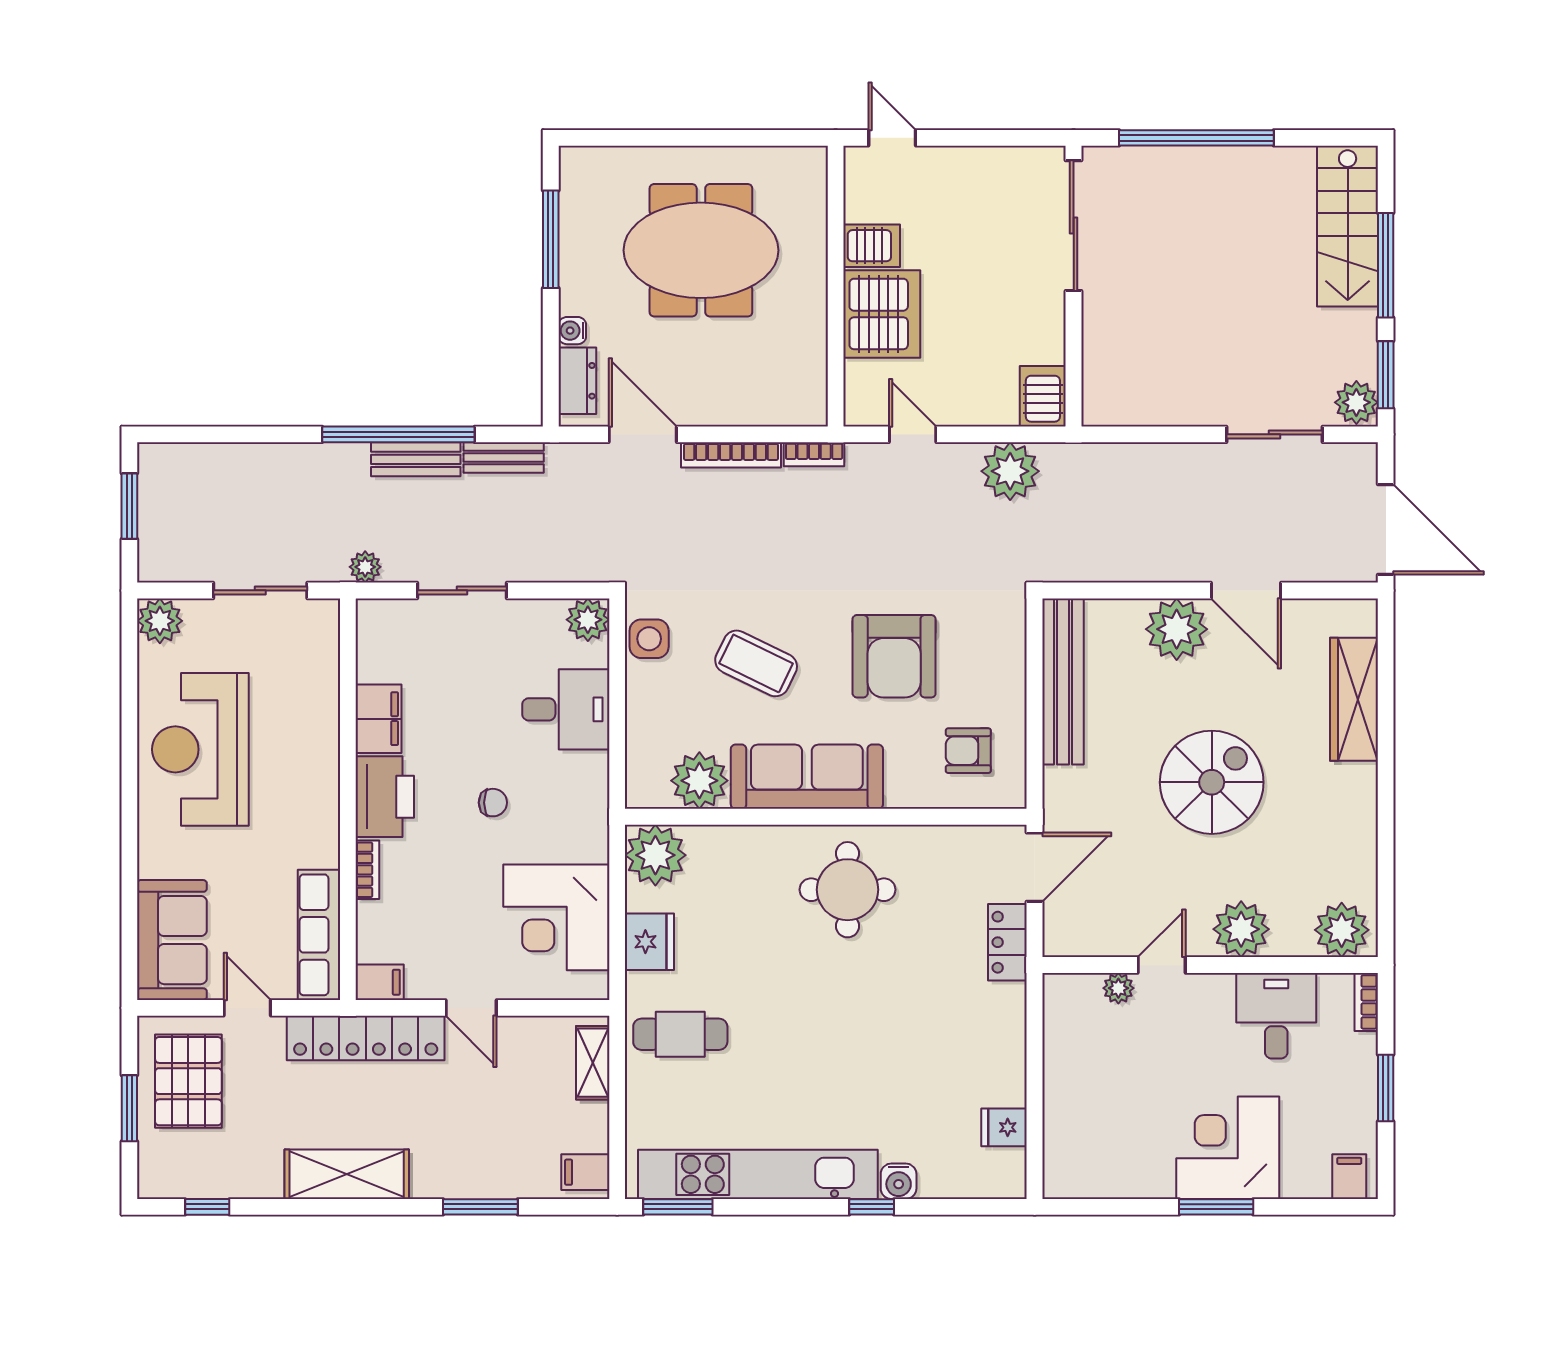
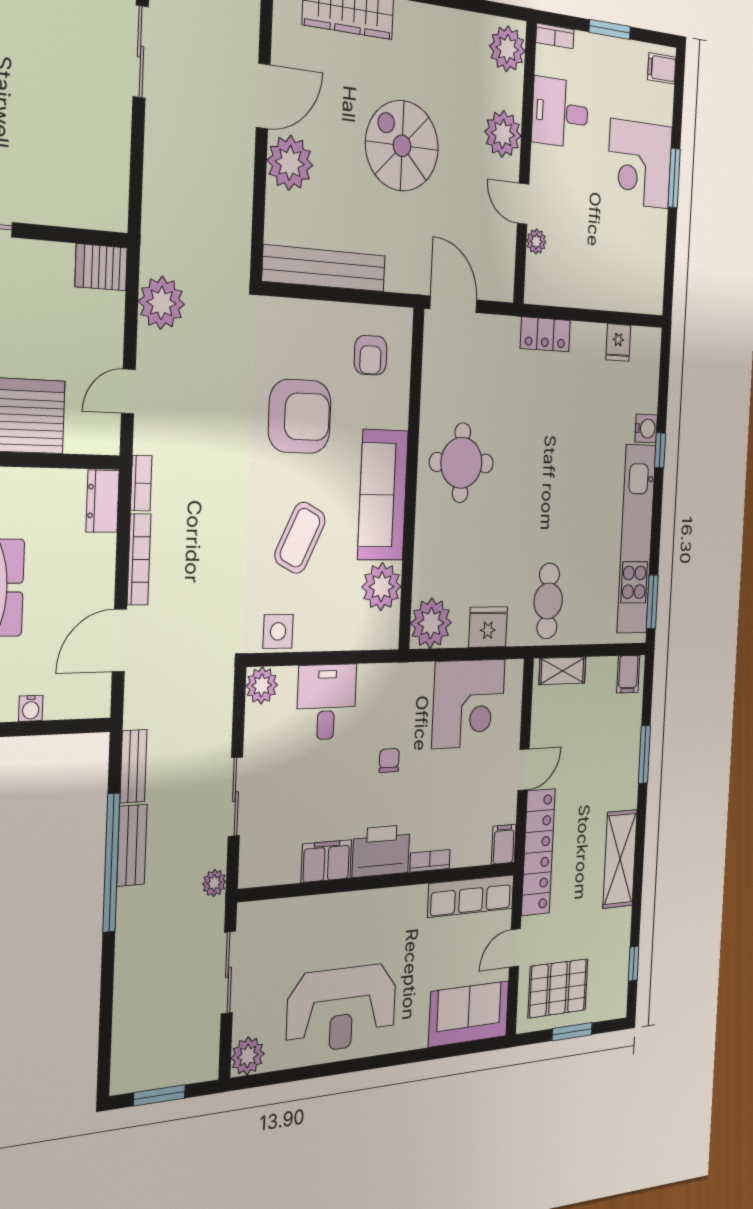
dresser: (577, 381) -> (103, 501), moved, turned -90
locker: (1007, 942) -> (545, 334), moved

